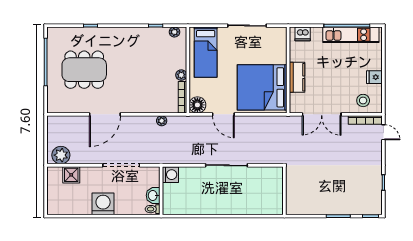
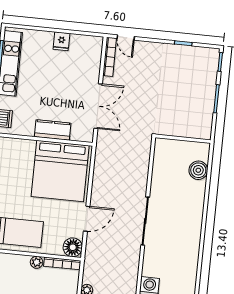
stool: (363, 100) -> (87, 57), removed
door: (383, 132) -> (126, 37), swing flipped
wall: (284, 191) -> (183, 139), moved
boiler: (275, 207) -> (198, 170), added

